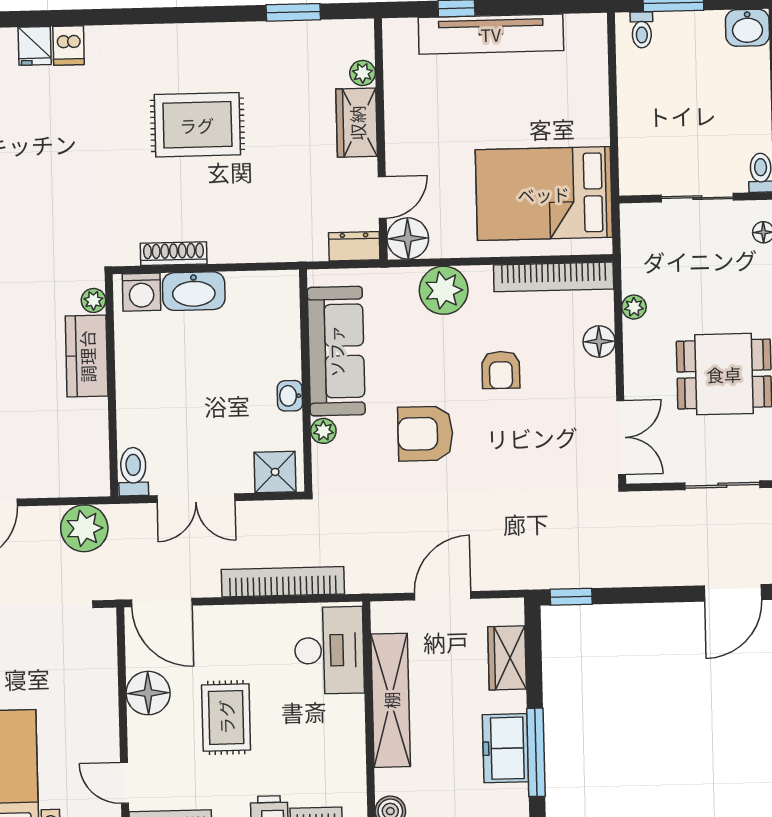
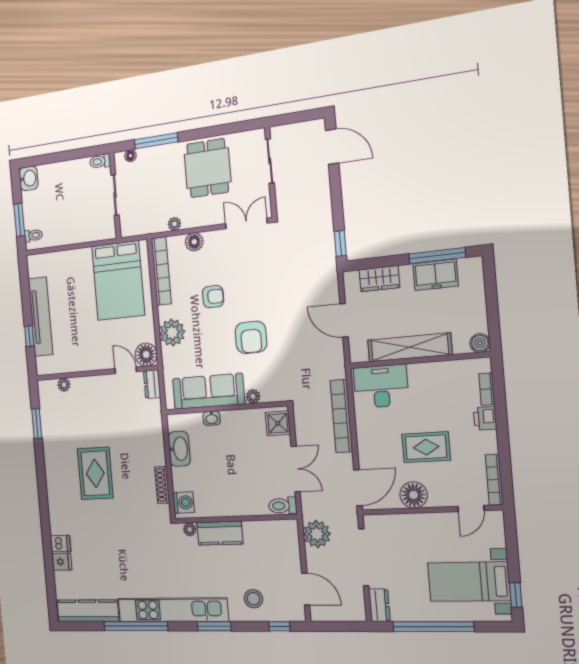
wardrobe: (357, 123) -> (89, 386), removed
washbasin: (194, 291) -> (179, 449), moved
washbasin: (290, 396) -> (212, 418), moved

